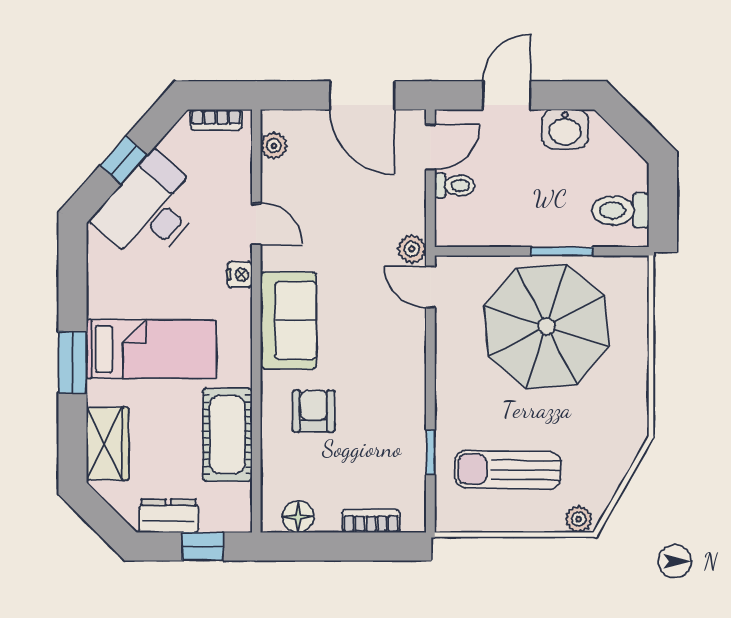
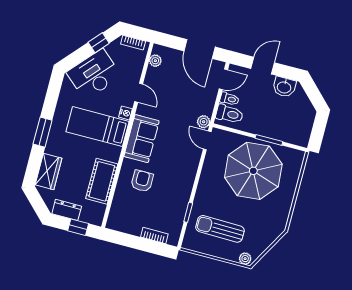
window: (124, 160) -> (99, 43), moved
toilet: (620, 210) -> (229, 114), moved, turned 180
bed: (151, 349) -> (98, 127), moved, turned 180
floor lamp: (298, 517) -> (123, 225), removed

